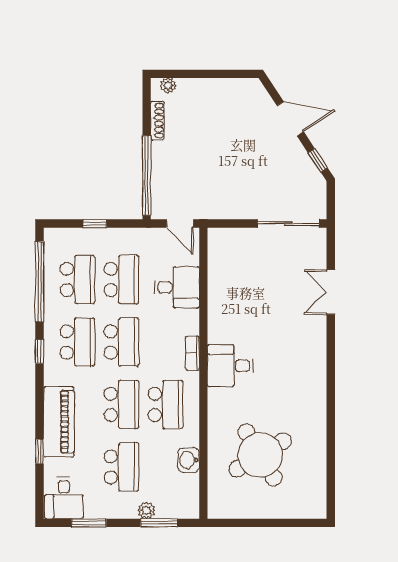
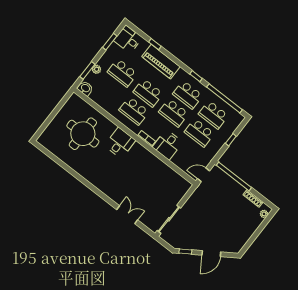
desk: (177, 287) -> (168, 145), moved
desk: (230, 366) -> (120, 143), moved
round table: (260, 455) -> (83, 134), turned 31
washbasin: (189, 460) -> (85, 88), moved

